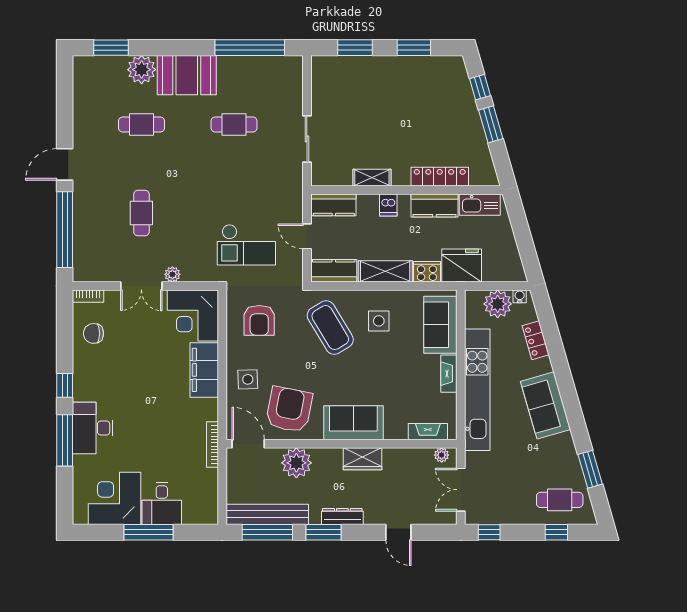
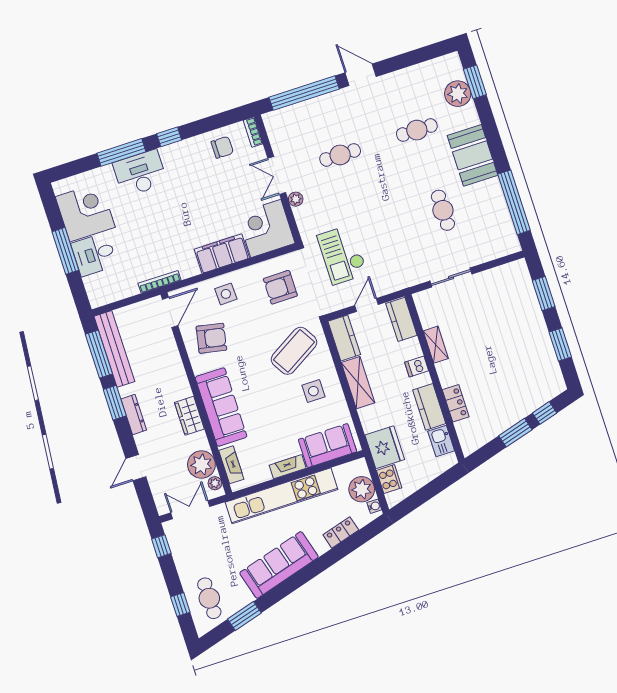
plant: (142, 70) -> (458, 94), moved
cafe table: (141, 124) -> (417, 130), turned 90
locker: (440, 177) -> (456, 403), width x0.66
kitchen sink: (480, 205) -> (441, 441), width x0.73
cooker: (427, 272) -> (389, 479), moved
chair: (93, 333) -> (222, 147), turned 90
sofa: (546, 405) -> (279, 565), width x1.36
armchair: (289, 410) -> (211, 338), width x0.73, depth x0.73
sofa: (353, 423) -> (221, 407), width x1.36
plant: (296, 463) -> (201, 465), moved

